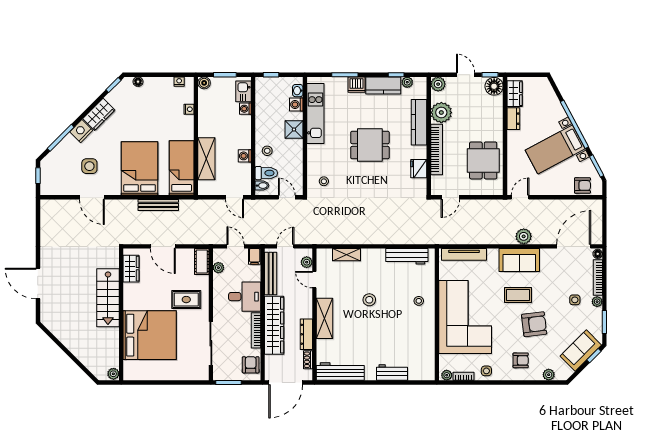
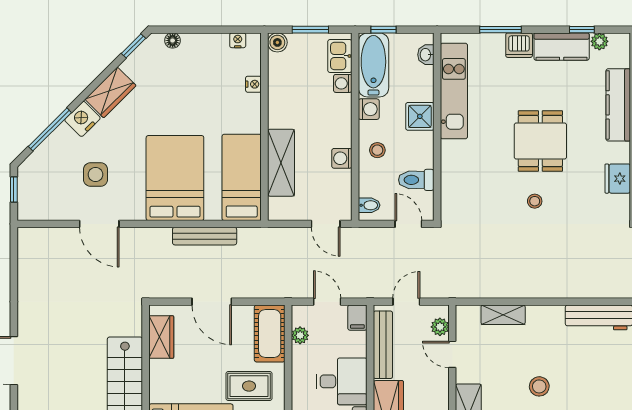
bathtub: (265, 97) -> (373, 65), added
washing machine: (296, 105) -> (369, 109), moved, turned 180
dining table: (370, 145) -> (540, 141), turned 90
toilet: (266, 173) -> (416, 180), moved, turned 180
stool: (324, 181) -> (535, 201), moved
cot: (202, 262) -> (270, 333), width x1.37, depth x1.34
stool: (419, 301) -> (618, 388), removed

